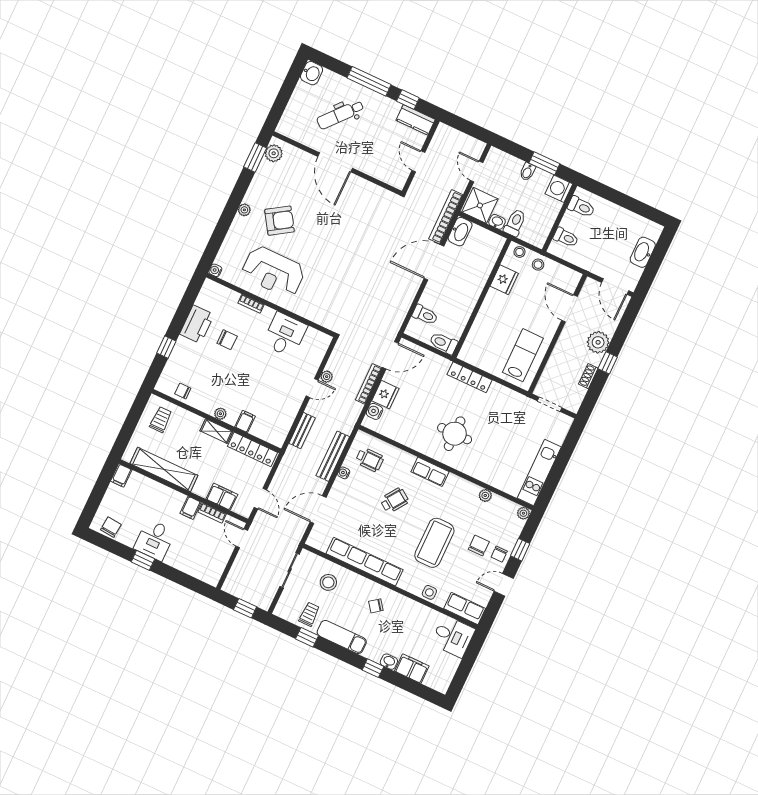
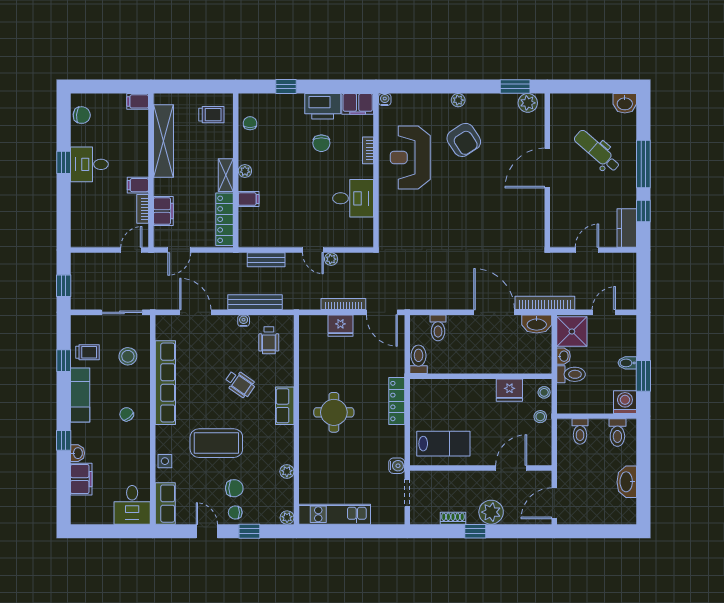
washbasin: (643, 252) -> (627, 482), moved, turned -90
filing cabinet: (209, 294) -> (358, 104), added
water cooler: (375, 411) -> (397, 466), moved, turned 90

